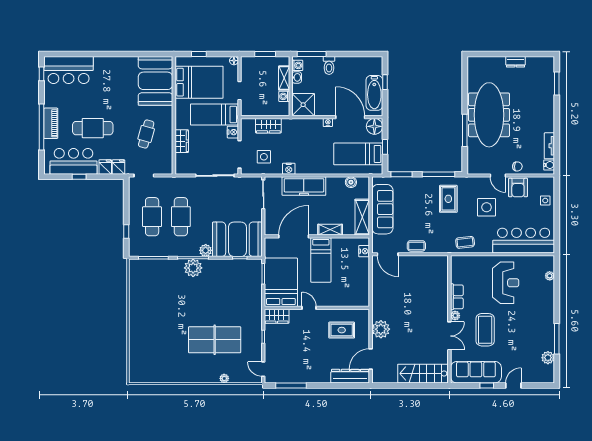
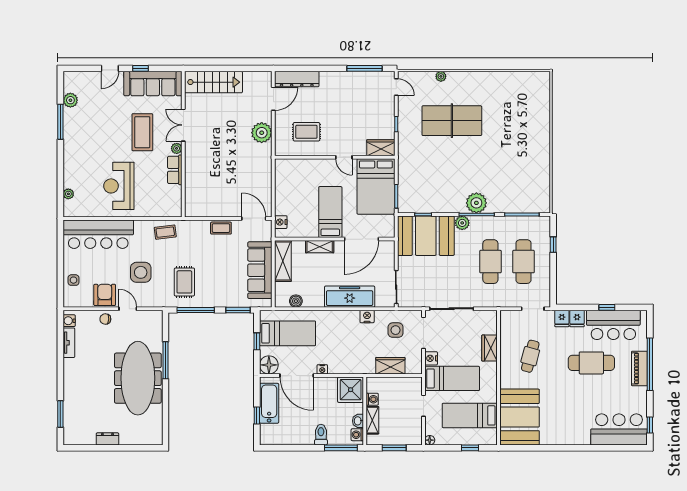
bed: (199, 82) -> (470, 415), width x0.67

